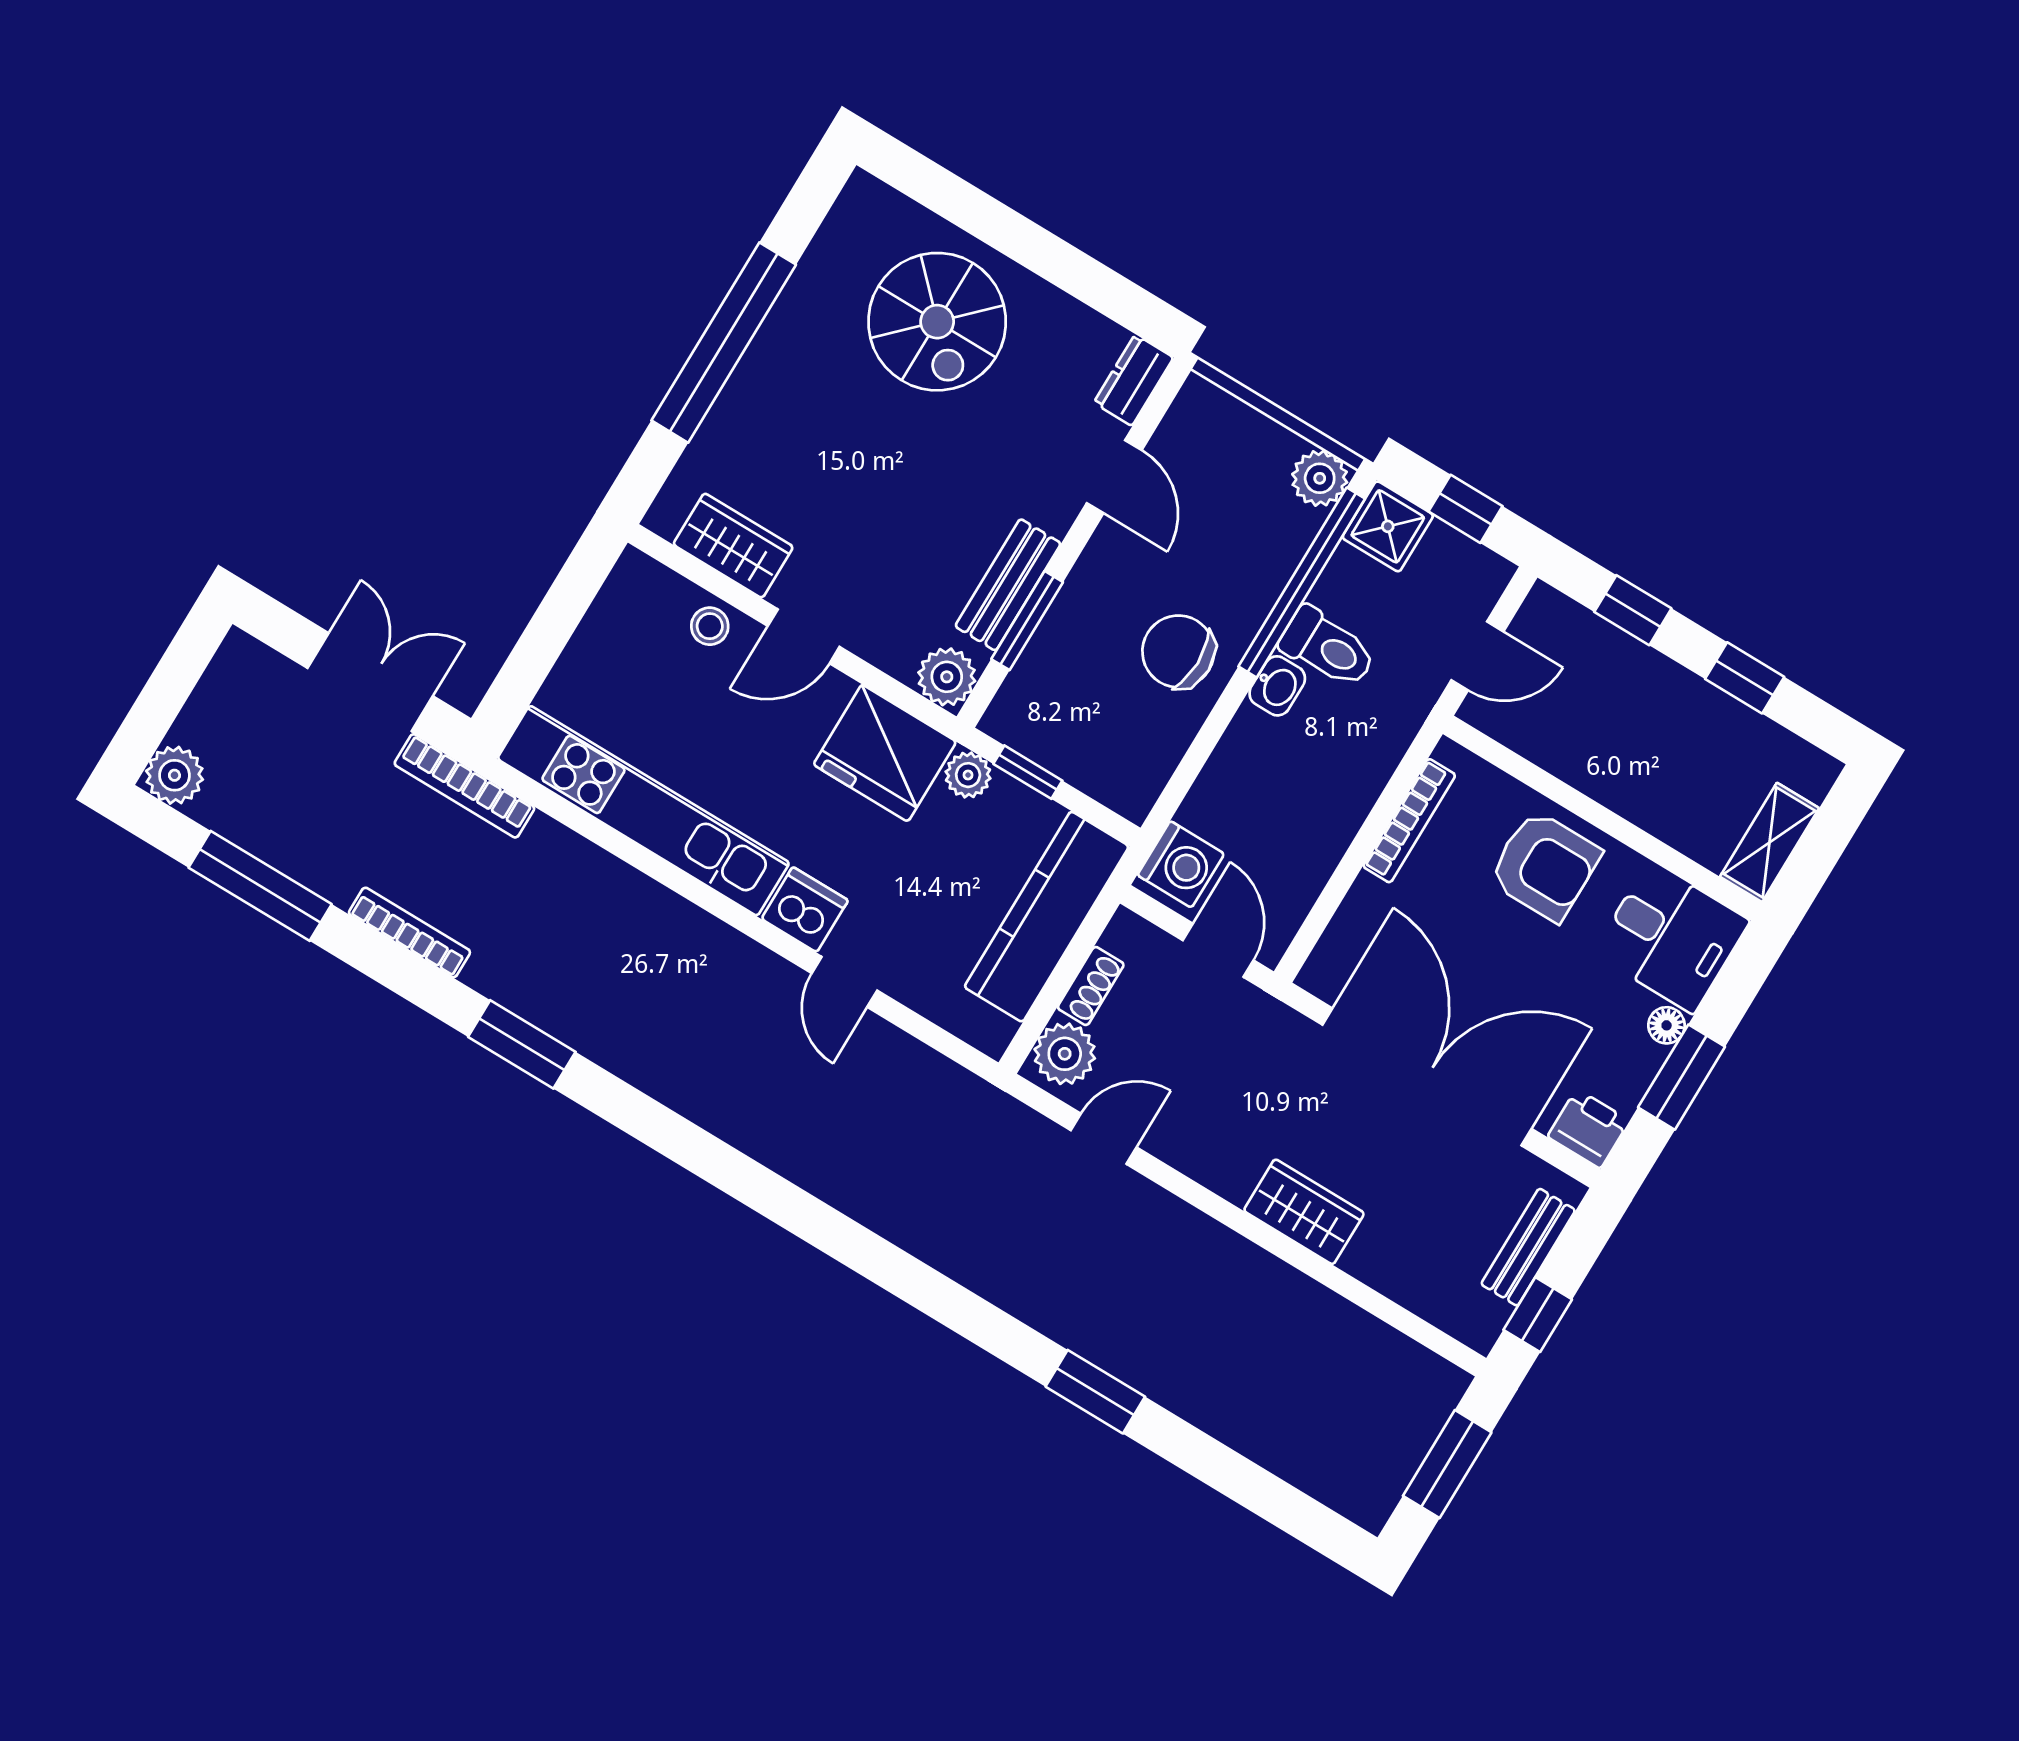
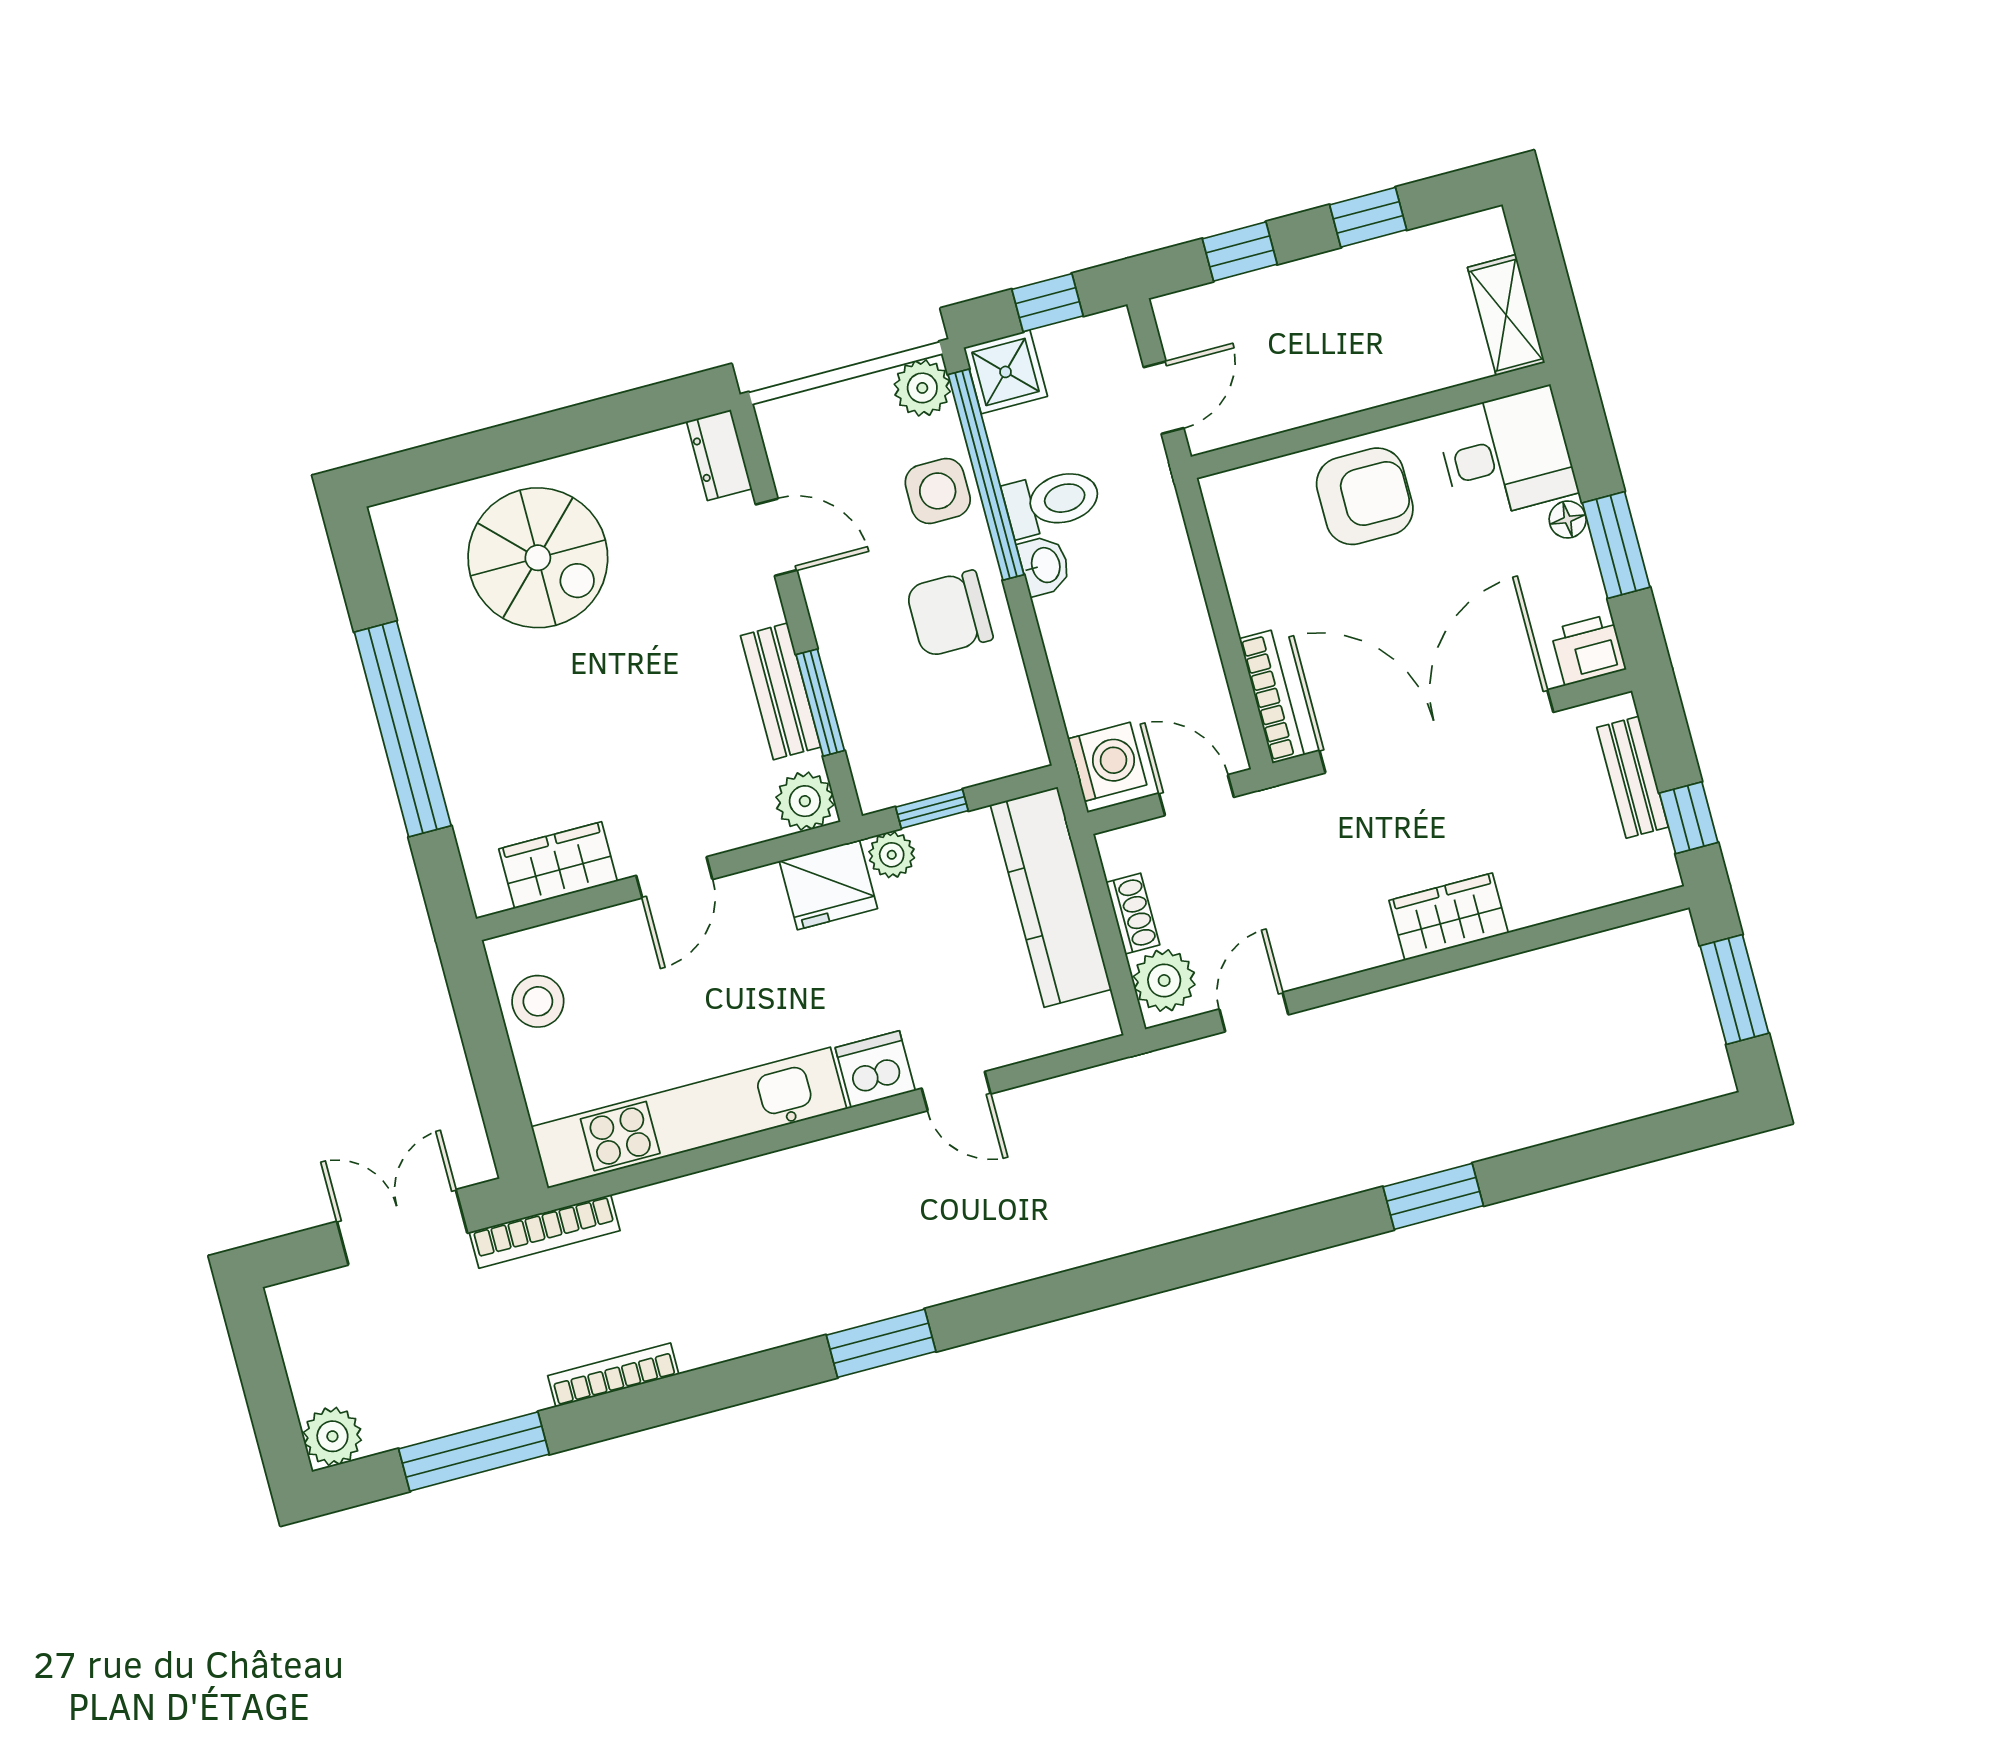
side table: (1257, 559) -> (938, 491), added
stool: (710, 626) -> (538, 1001), moved, width x1.37, depth x1.37
fridge: (885, 753) -> (828, 885), width x0.73, depth x0.75
bookcase: (1409, 821) -> (1272, 697), moved
window: (522, 1044) -> (881, 1343), moved

